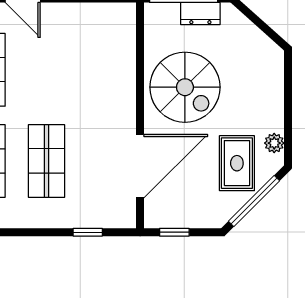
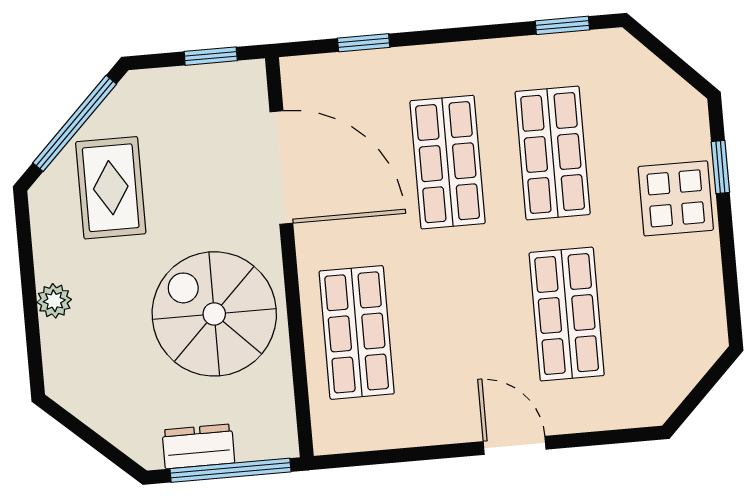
shop shelf: (106, 70) -> (357, 332), added
plant: (274, 143) -> (54, 301), moved
door: (140, 166) -> (281, 168), swing flipped

